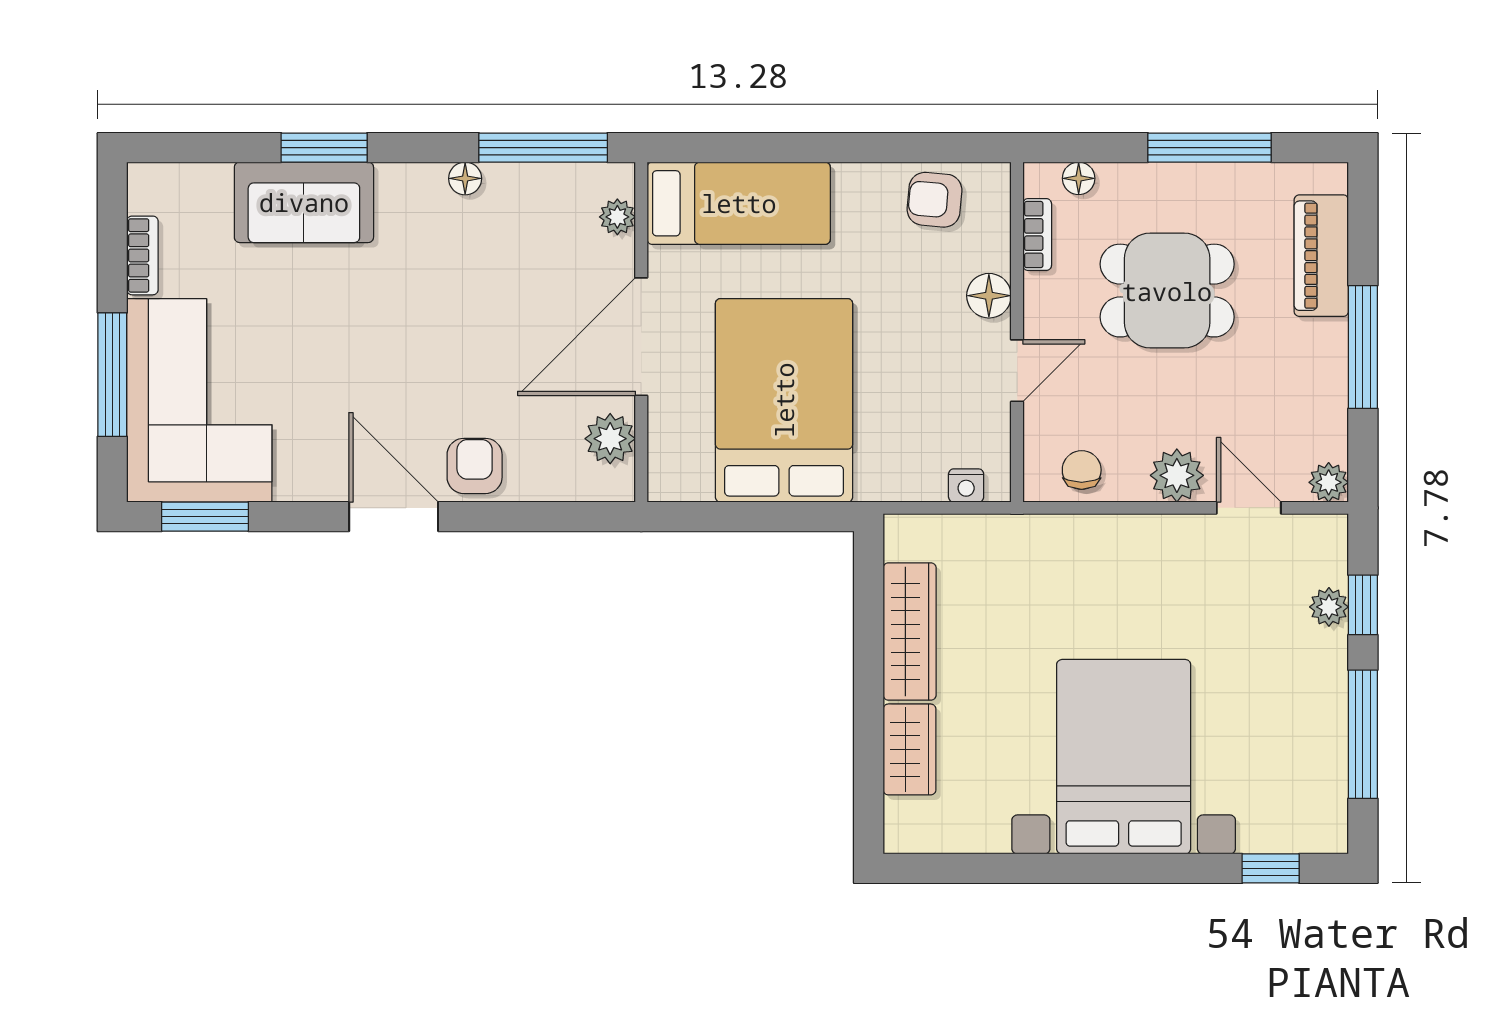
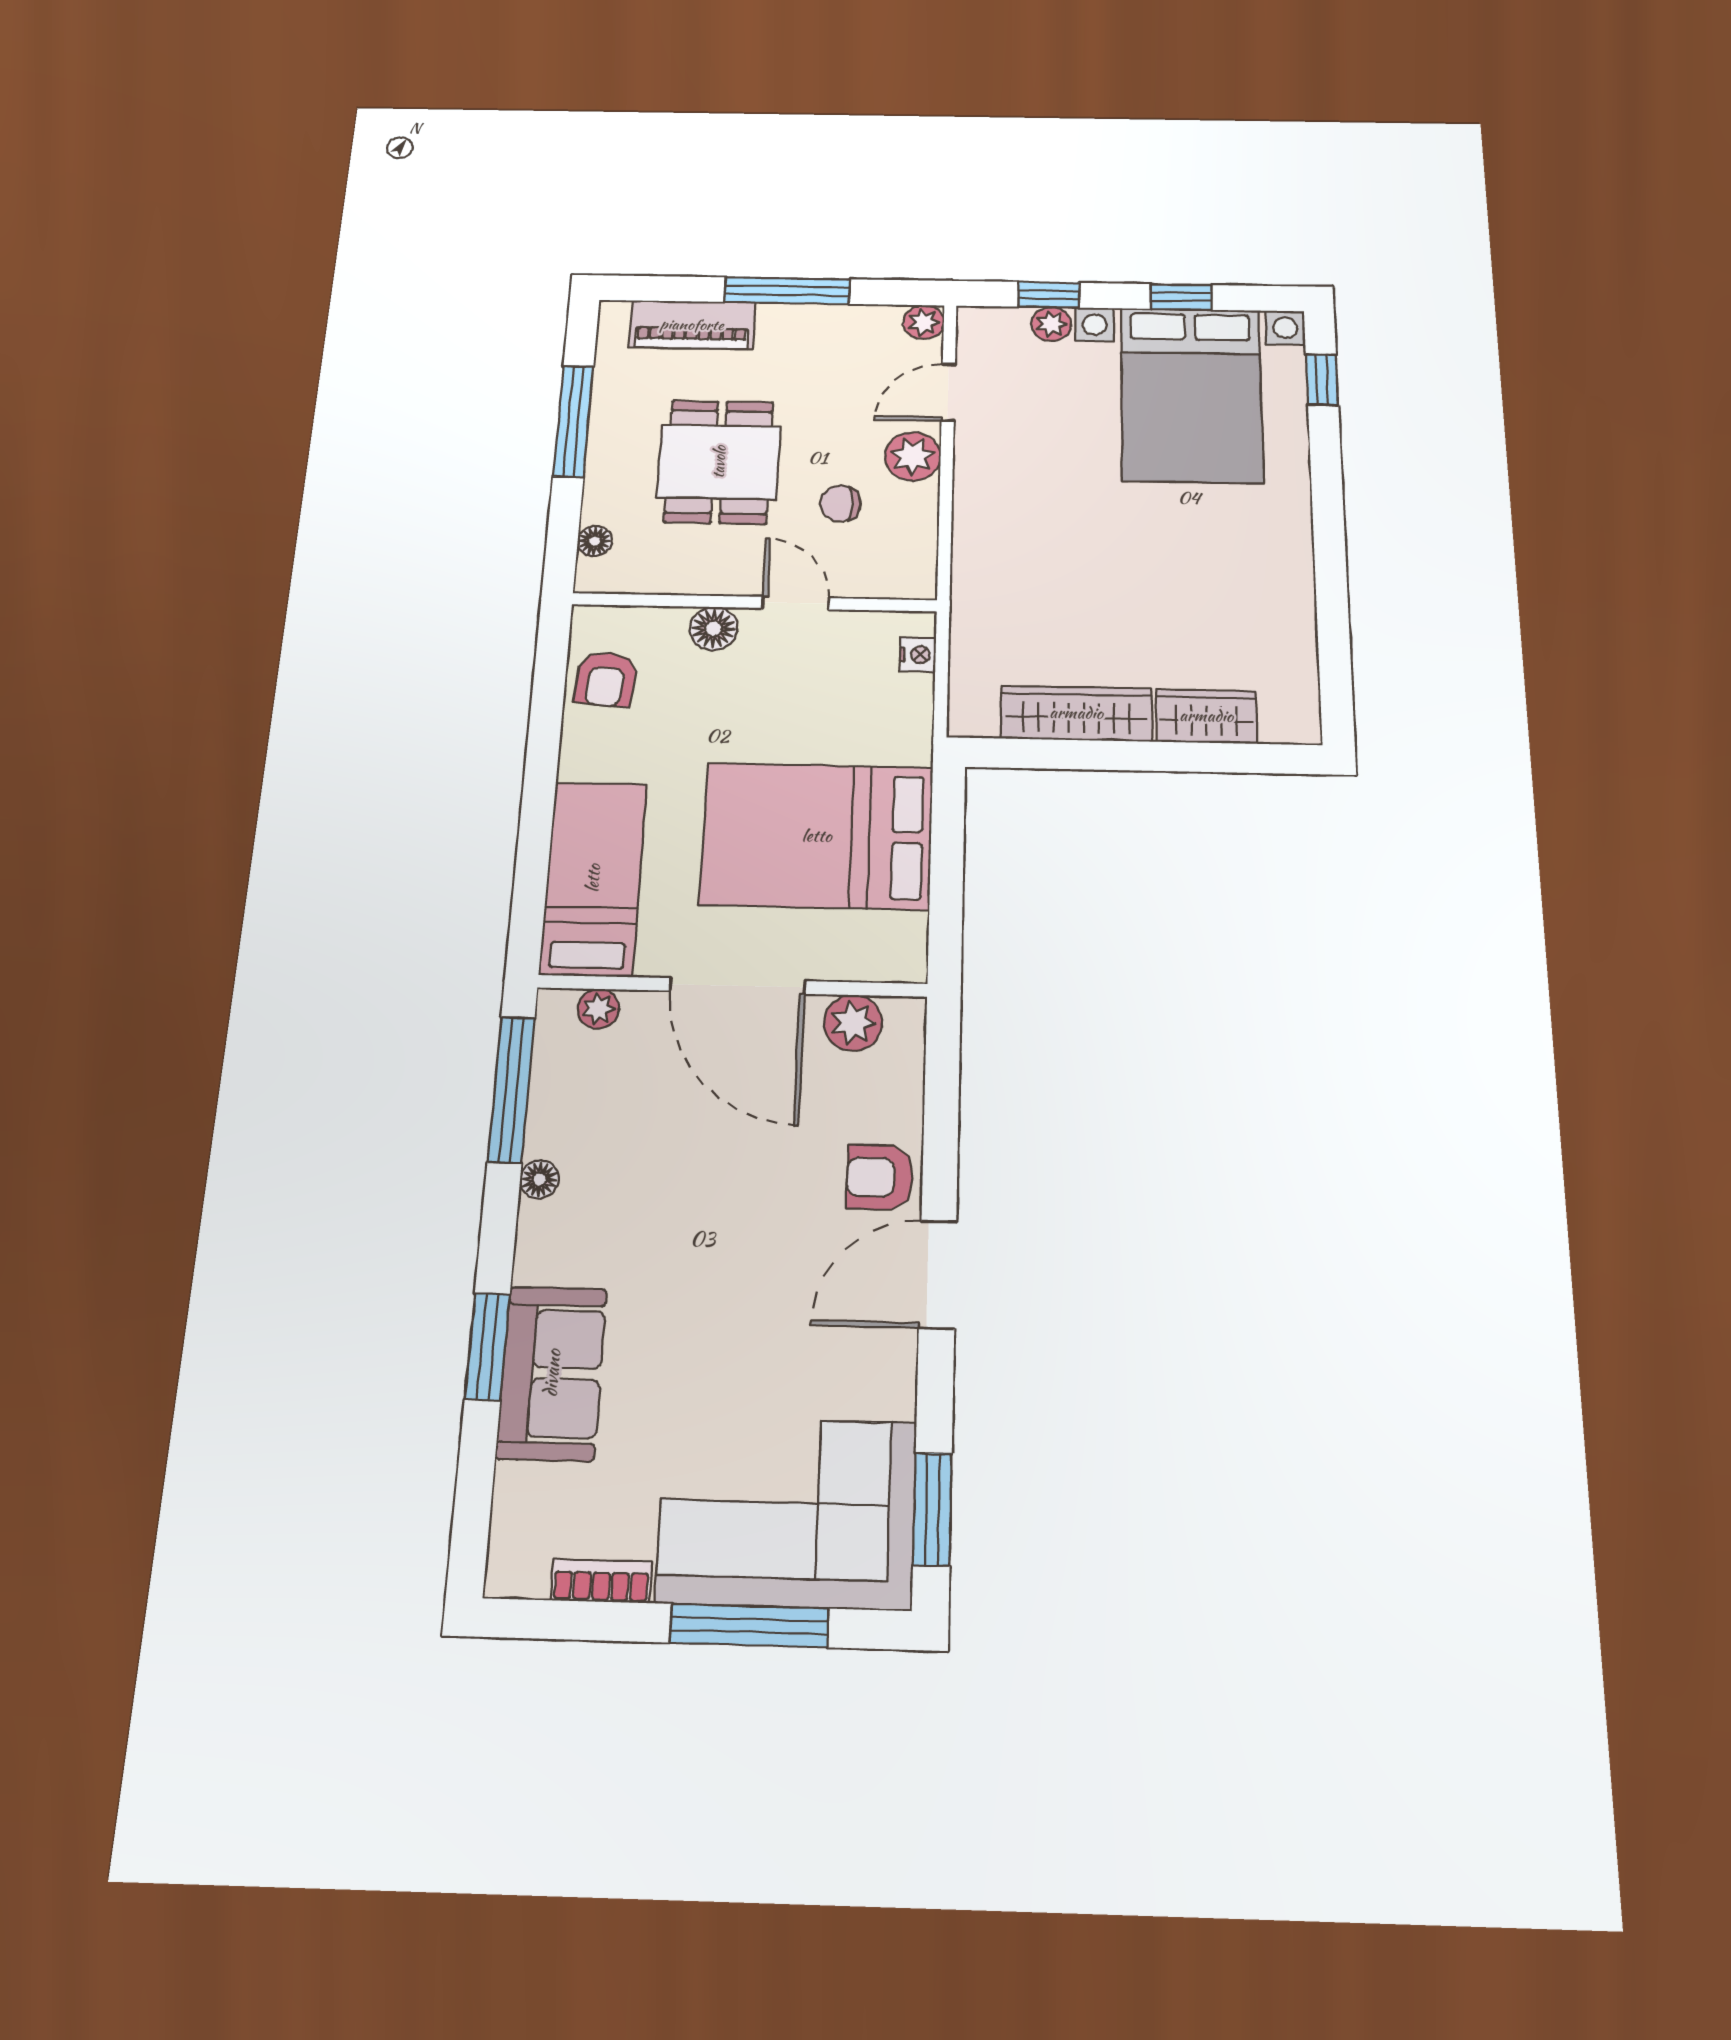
bookcase: (1037, 235) -> (651, 581), removed
chair: (1082, 470) -> (840, 504), moved
window: (1363, 734) -> (1181, 297), width x0.46
bed with nightstands: (1124, 757) -> (1191, 394), moved, turned -90

